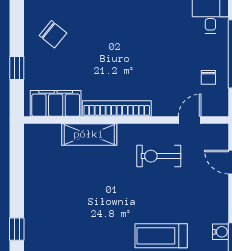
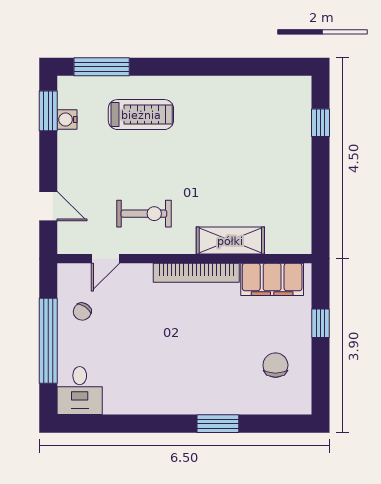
chair: (53, 34) -> (275, 365), turned 51
chair: (208, 77) -> (82, 312), turned -146

